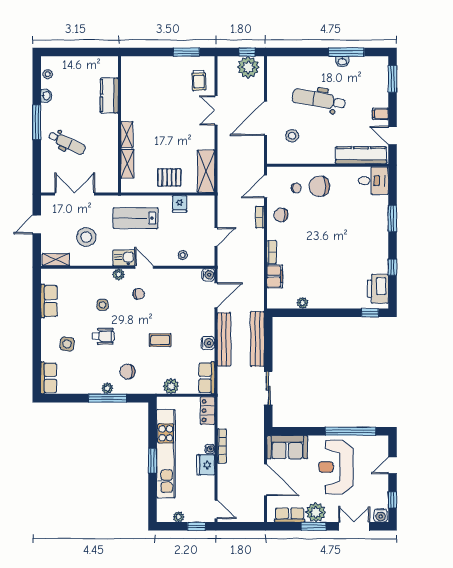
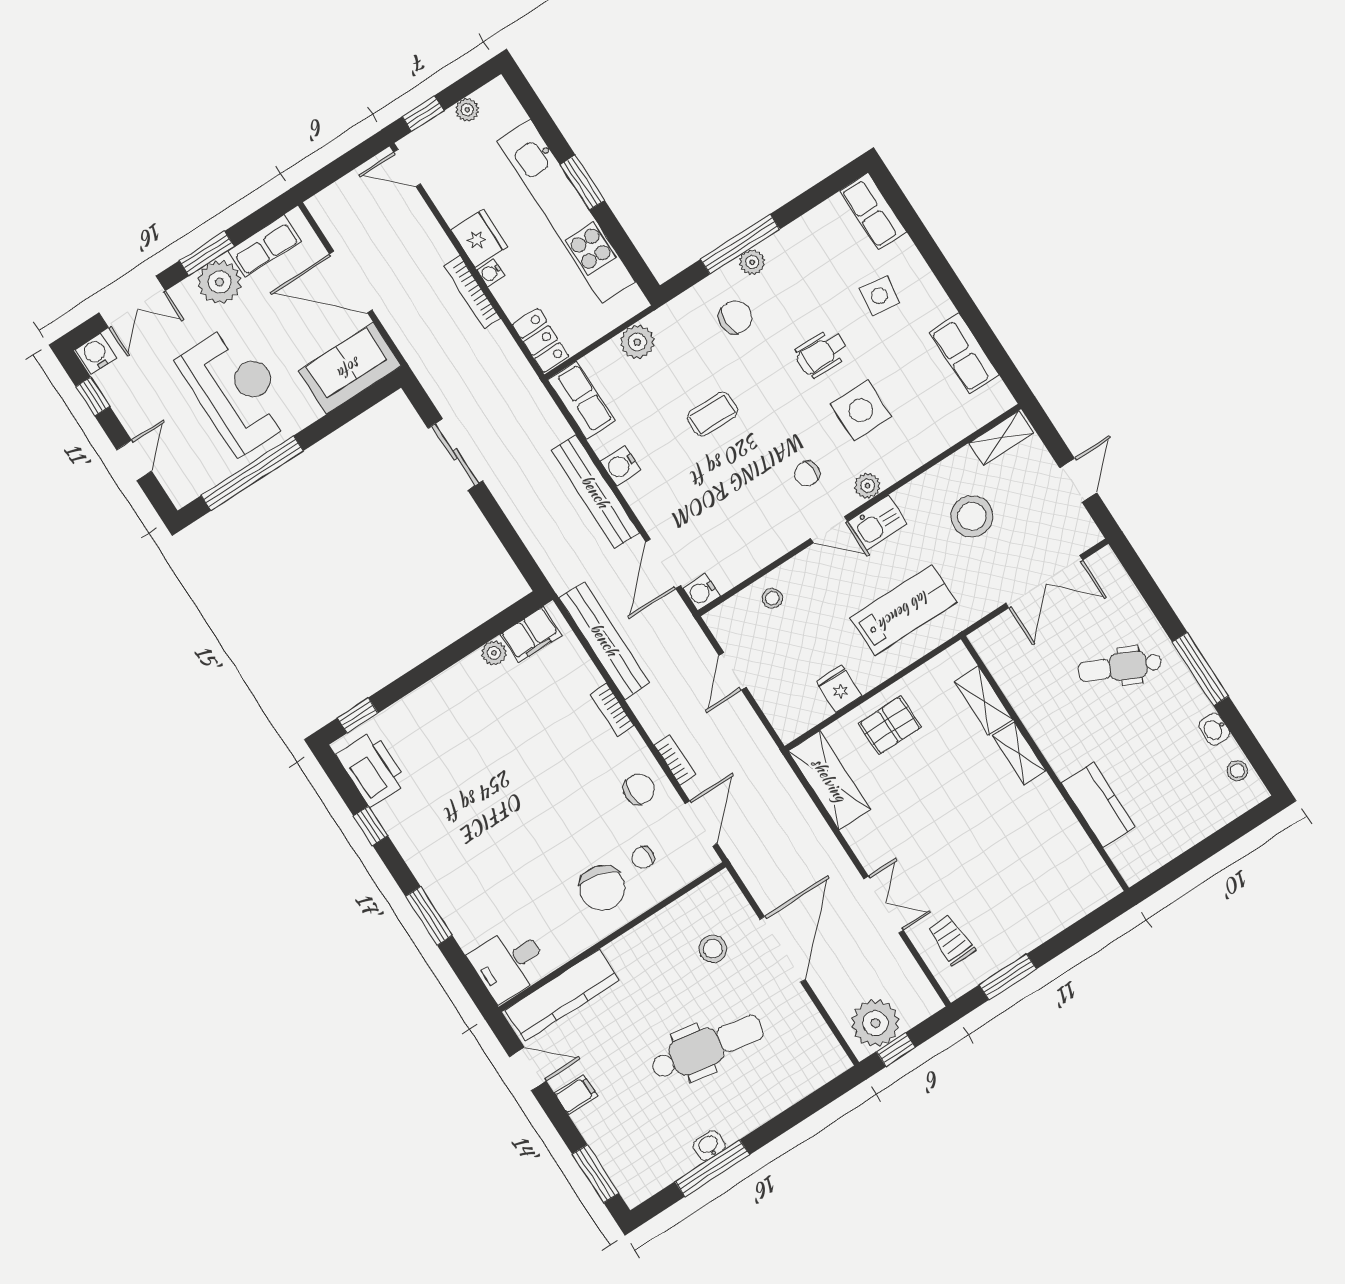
chair: (319, 186) -> (602, 888), turned 105
filing cabinet: (275, 276) -> (531, 635), moved, turned -90
side table: (102, 305) -> (861, 410), width x1.87, depth x1.87
bench: (257, 339) -> (604, 640), moved

